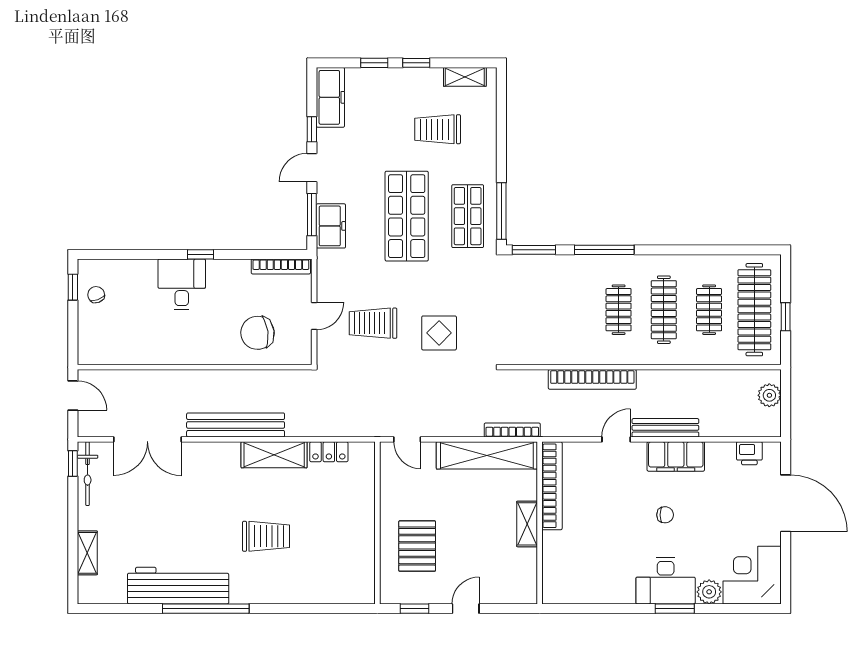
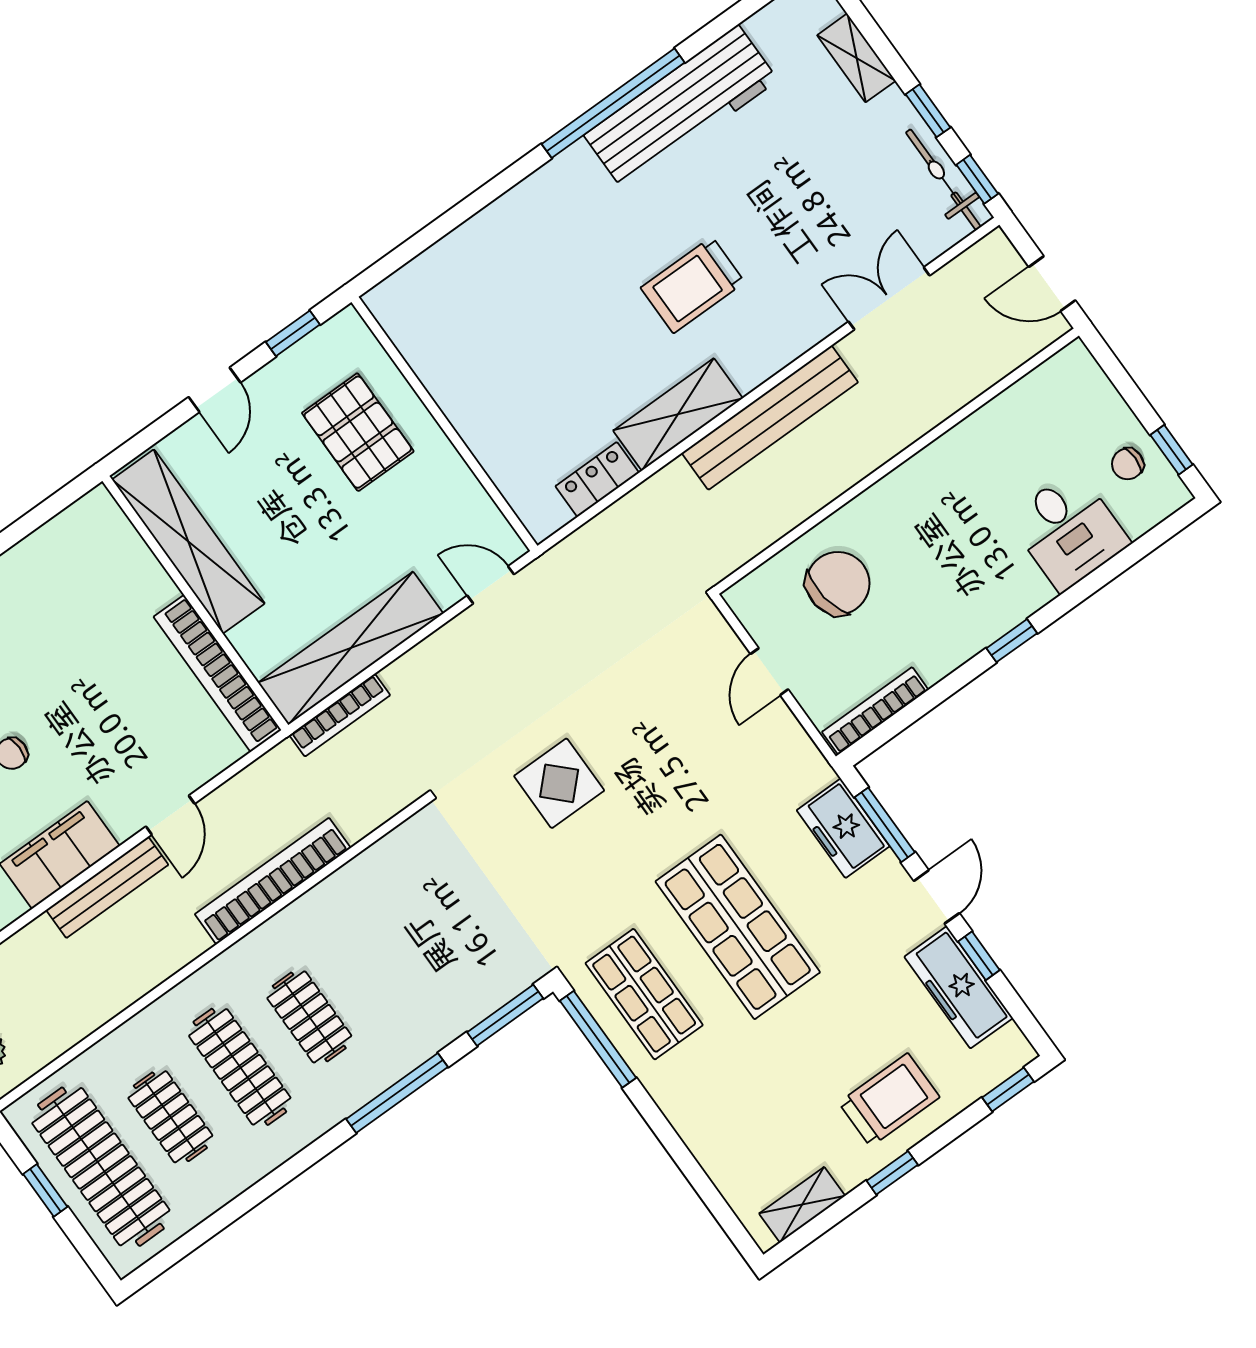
window: (374, 63) -> (1008, 1090), moved
freezer: (330, 97) -> (959, 987), moved
trolley: (438, 129) -> (889, 1100), moved
desk: (182, 284) -> (1068, 530), moved
chair: (96, 295) -> (1128, 464), turned 110
trolley: (373, 323) -> (671, 725), removed
double door: (147, 439) -> (889, 298), width x0.73
window: (73, 508) -> (928, 111), added
shelving: (527, 524) -> (188, 542), width x2.20, depth x1.33
trolley: (266, 536) -> (693, 285), moved

